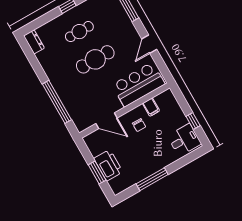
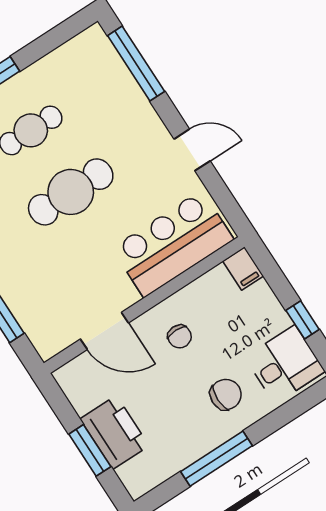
door: (149, 44) -> (192, 150), swing flipped
filing cabinet: (151, 107) -> (243, 269), moved
chair: (158, 151) -> (226, 394), added

